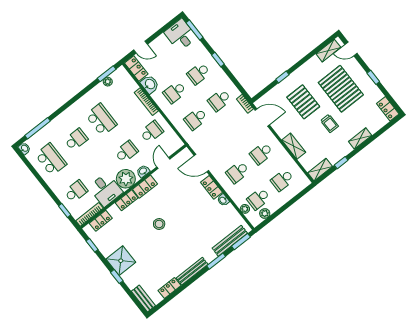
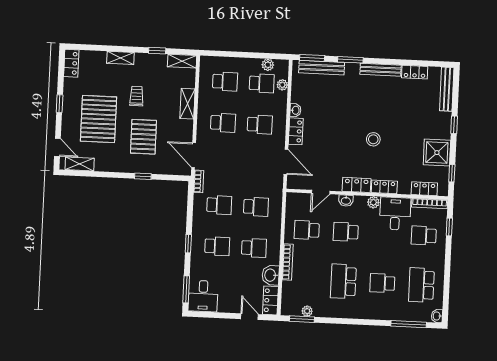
plant: (126, 179) -> (373, 202), width x0.53, depth x0.53
shower: (121, 261) -> (437, 153), moved
bench: (143, 299) -> (447, 89), width x1.36

